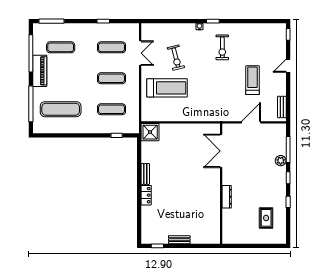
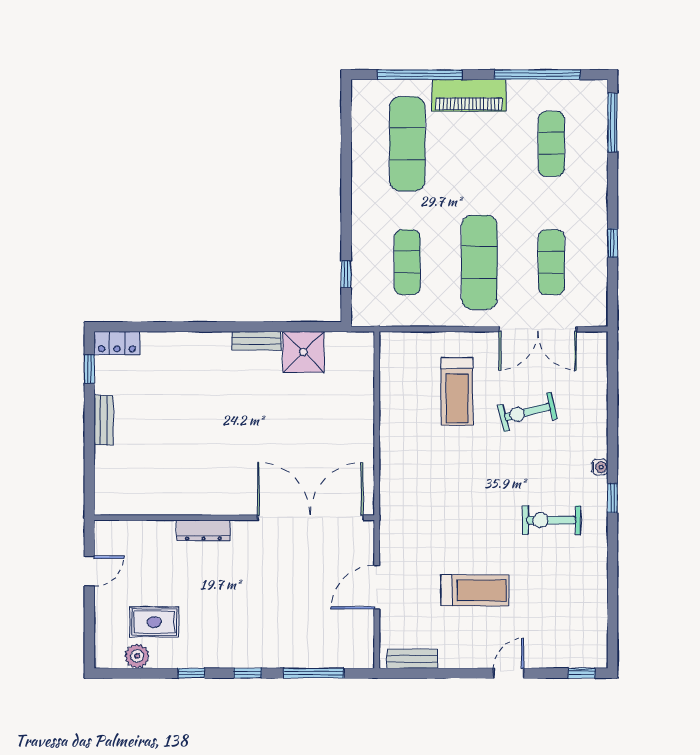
double door: (140, 53) -> (538, 329), width x1.37
door: (288, 66) -> (509, 673), hinge flipped
piano: (40, 71) -> (469, 95), moved
exercise mat: (112, 78) -> (479, 262), width x1.36, depth x1.45
treadmill: (167, 88) -> (457, 392), width x0.73, depth x0.73
door: (251, 122) -> (377, 587), swing flipped
shower: (150, 132) -> (303, 352), moved
double door: (221, 151) -> (310, 518), width x1.36
plant: (281, 161) -> (137, 656), moved
locker: (146, 195) -> (117, 343), moved
door: (244, 246) -> (89, 571), added

